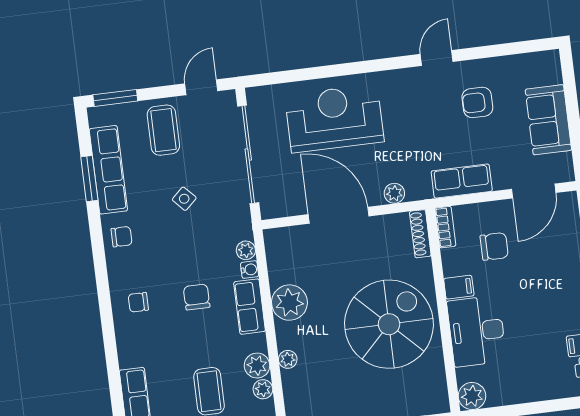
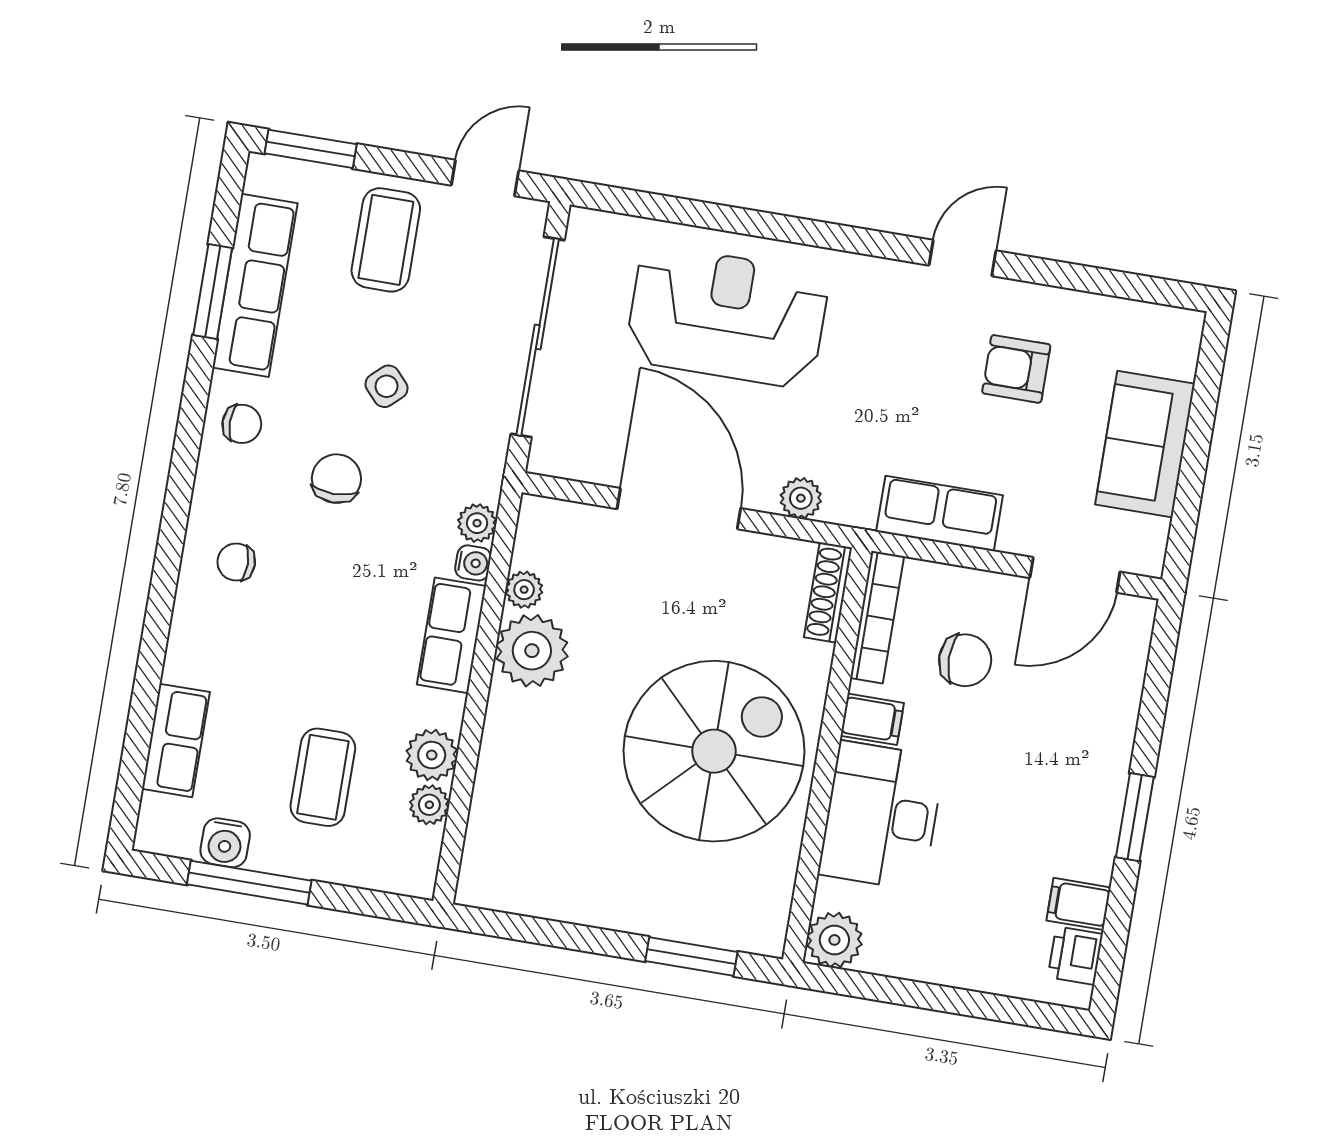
bookcase: (445, 227) -> (877, 617), width x1.56
chair: (197, 297) -> (336, 479), moved
plant: (288, 359) -> (524, 590), moved

